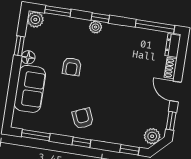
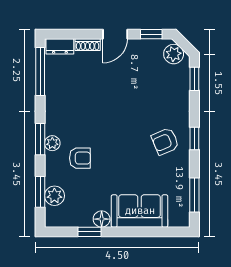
window: (100, 18) -> (40, 139), width x1.50
plant: (35, 19) -> (54, 196), moved
armchair: (72, 67) -> (80, 158), moved

